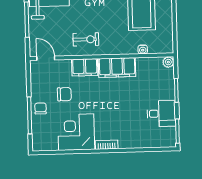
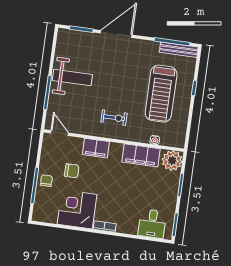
exercise bike: (86, 39) -> (114, 118), moved
plant: (168, 62) -> (172, 161), width x1.88, depth x1.88
filing cabinet: (117, 68) -> (141, 155), moved
desk: (161, 114) -> (152, 224), moved, turned 90

